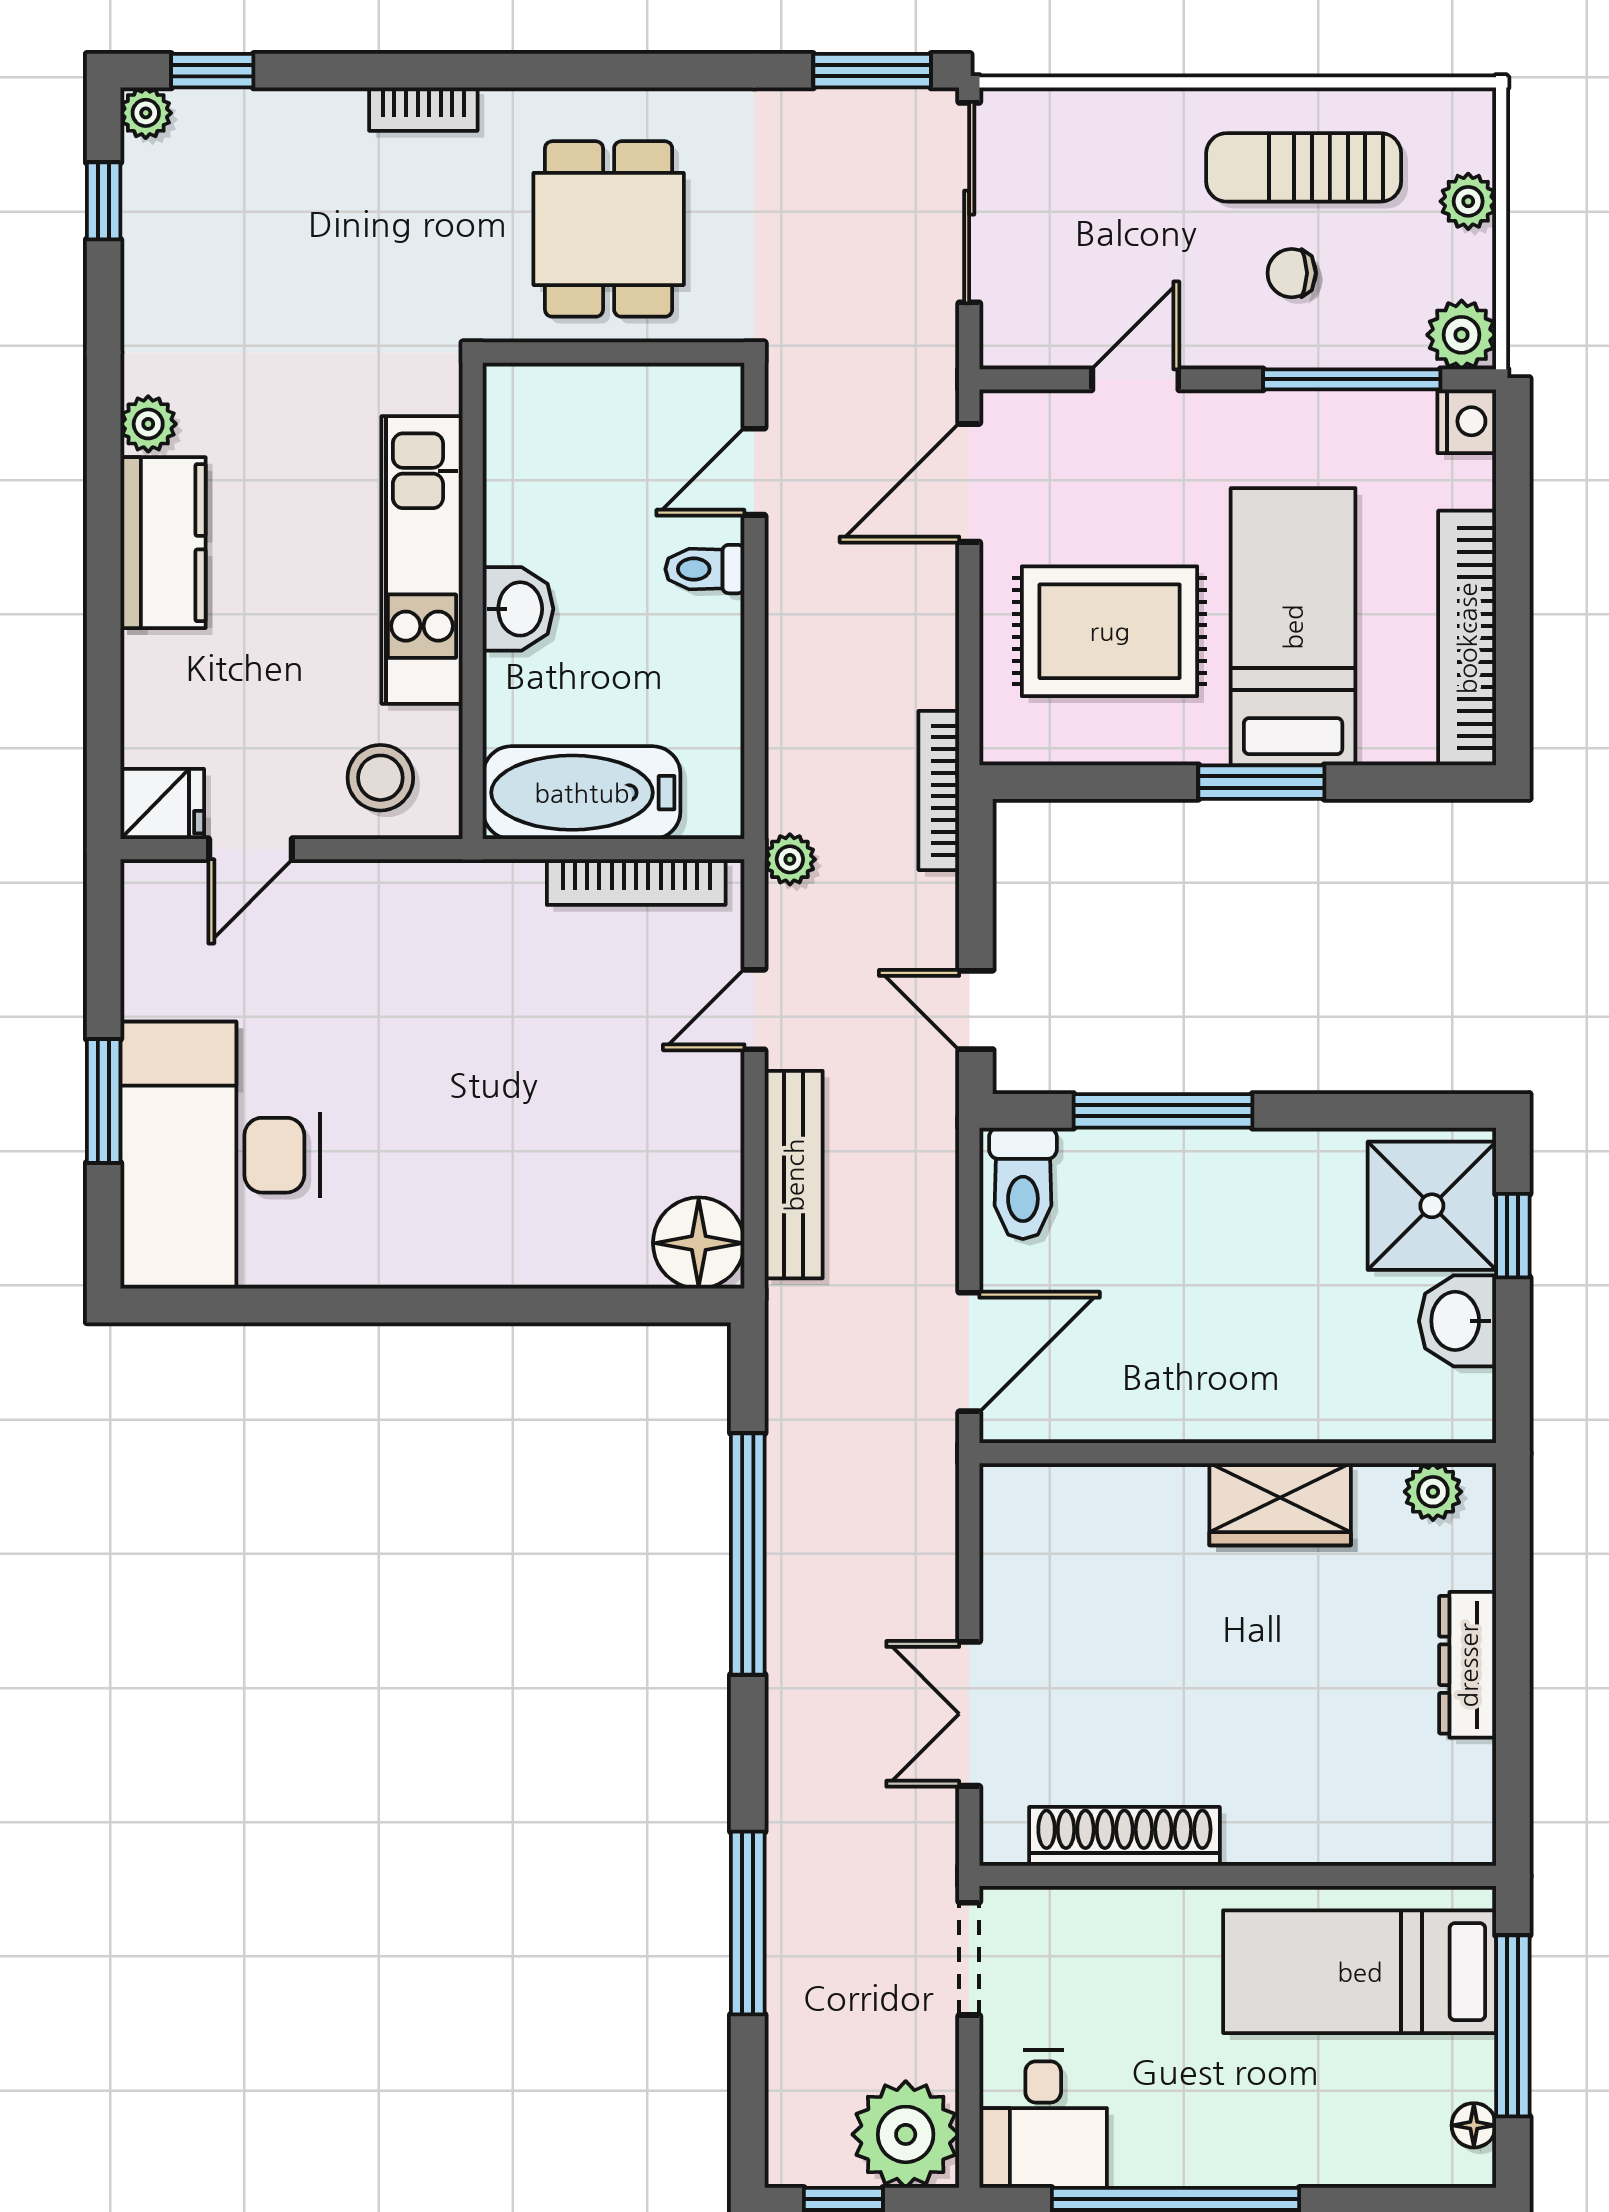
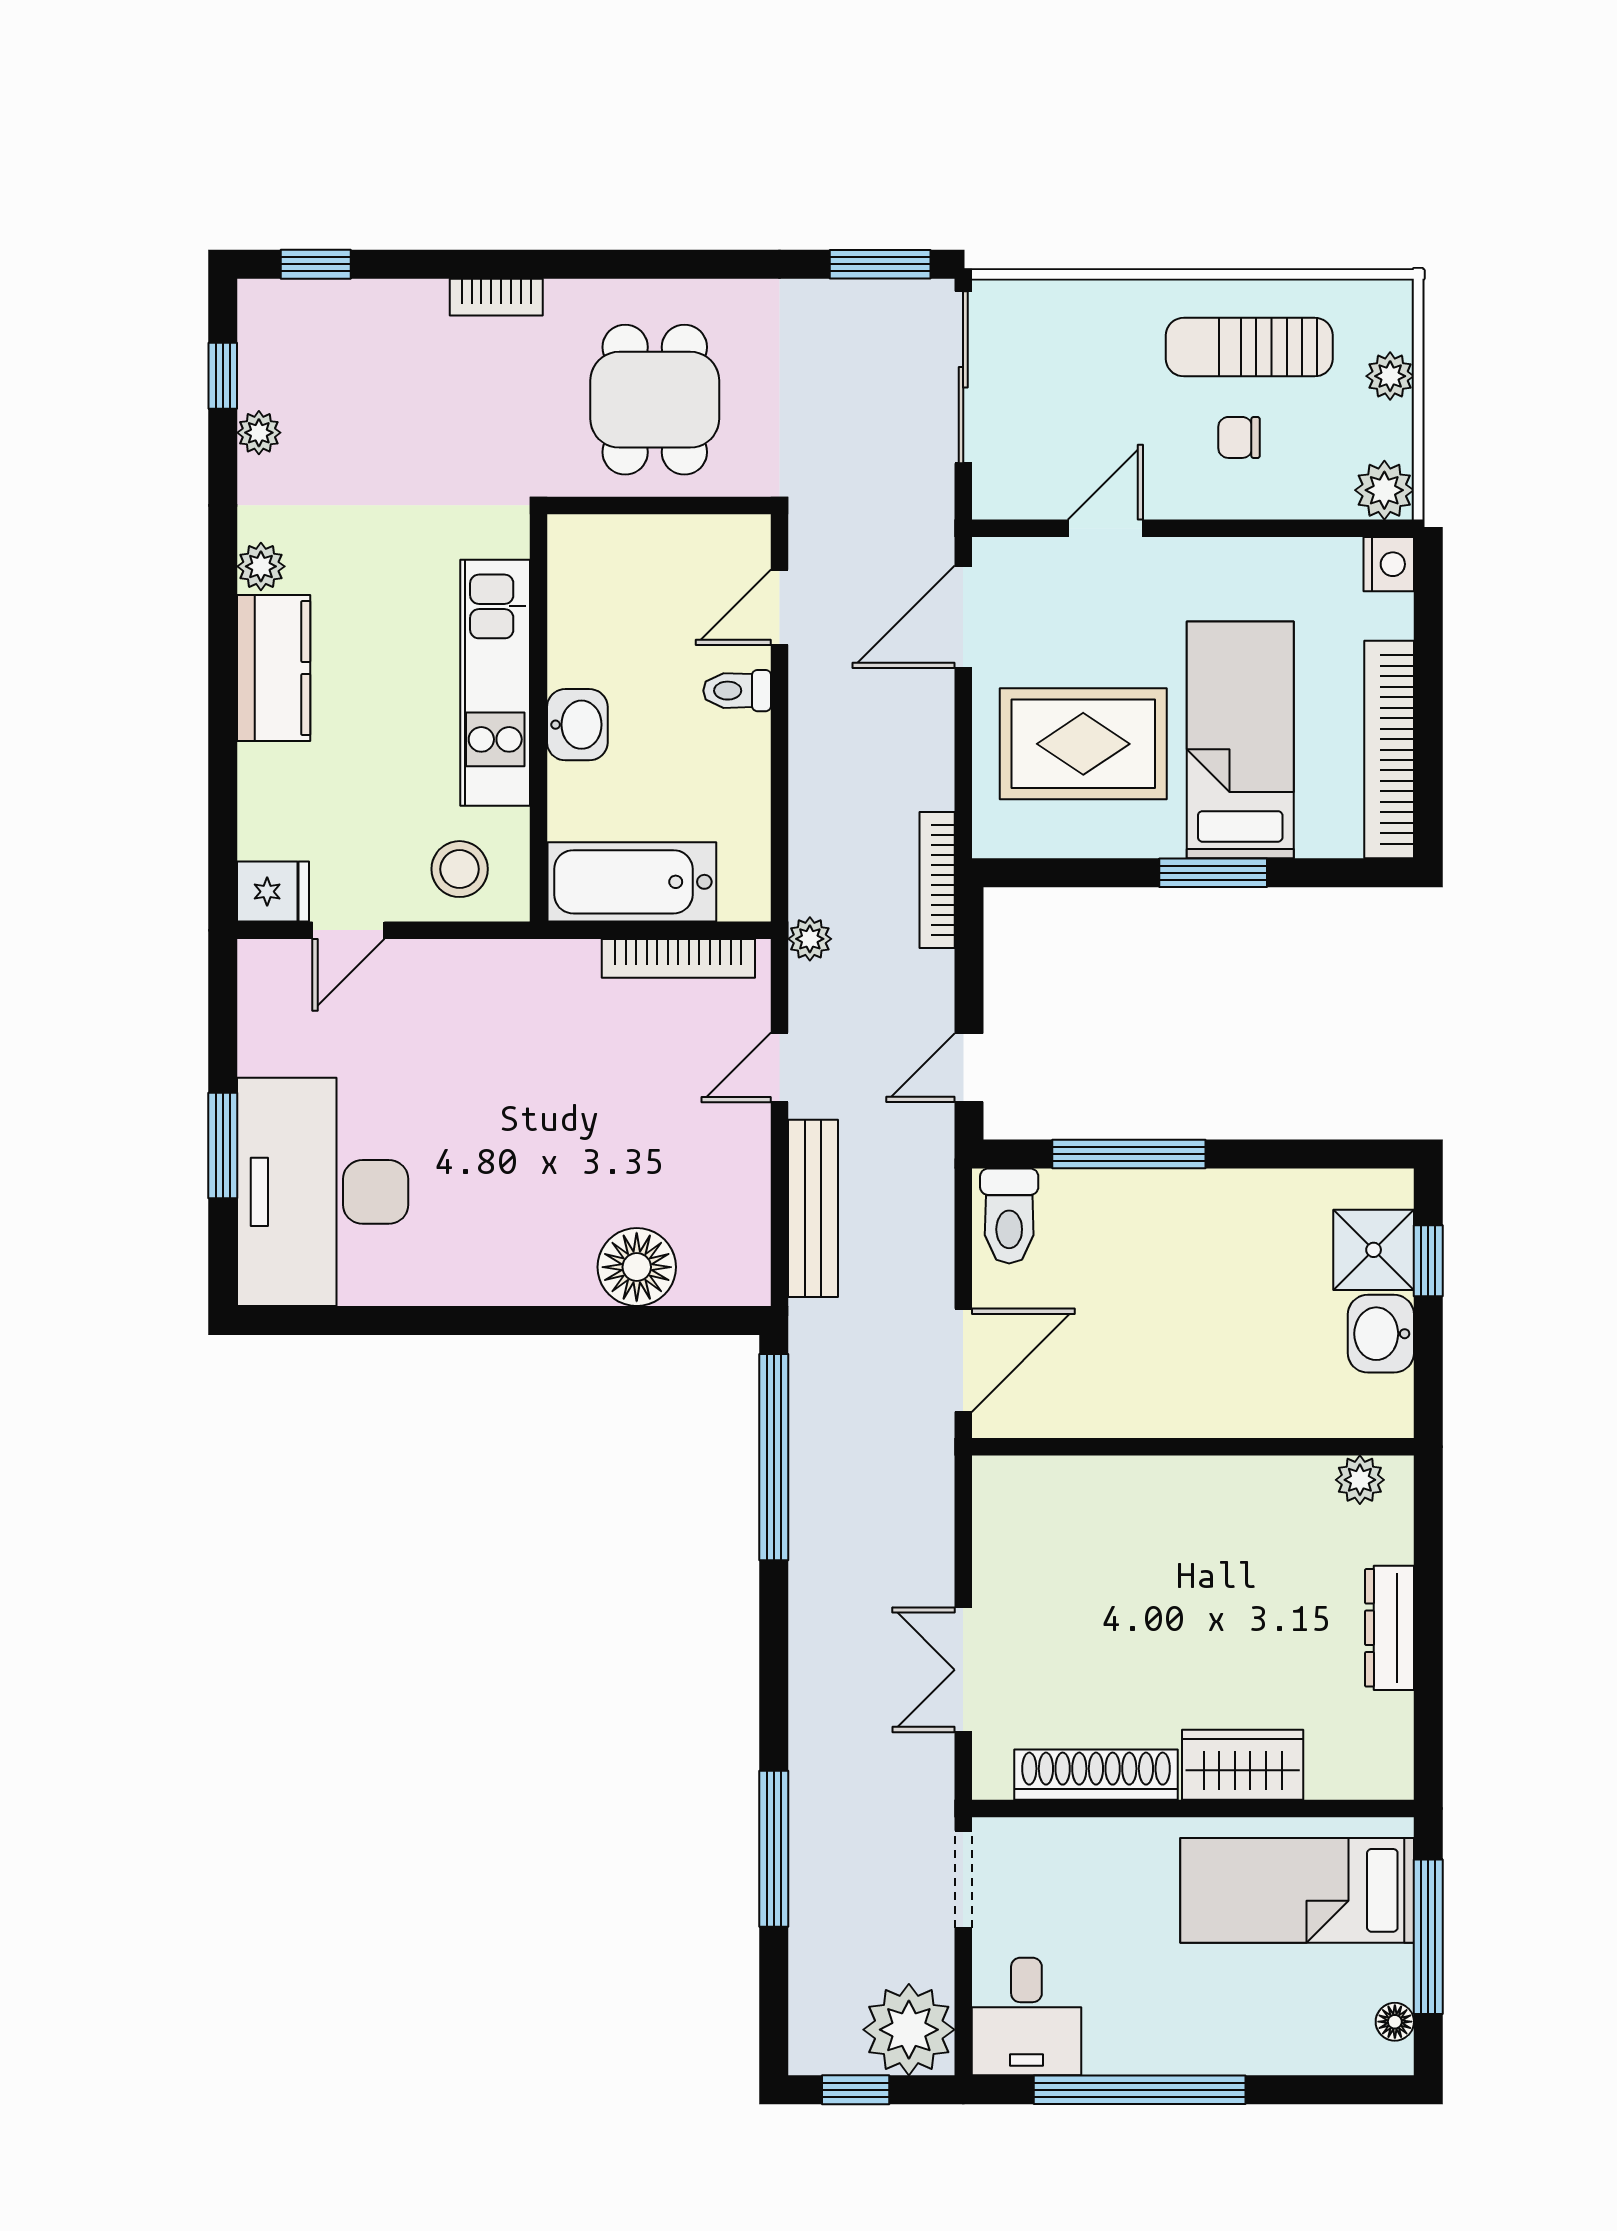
plant: (146, 113) -> (259, 433), moved
window: (1352, 379) -> (1290, 528), removed
door: (976, 1010) -> (969, 1068), hinge flipped
shower: (1432, 1206) -> (1374, 1250), width x0.73, depth x0.73
floor lamp: (699, 1243) -> (637, 1267), moved
wardrobe: (1280, 1504) -> (1243, 1765), moved, turned 180
window: (748, 1554) -> (774, 1457), moved

